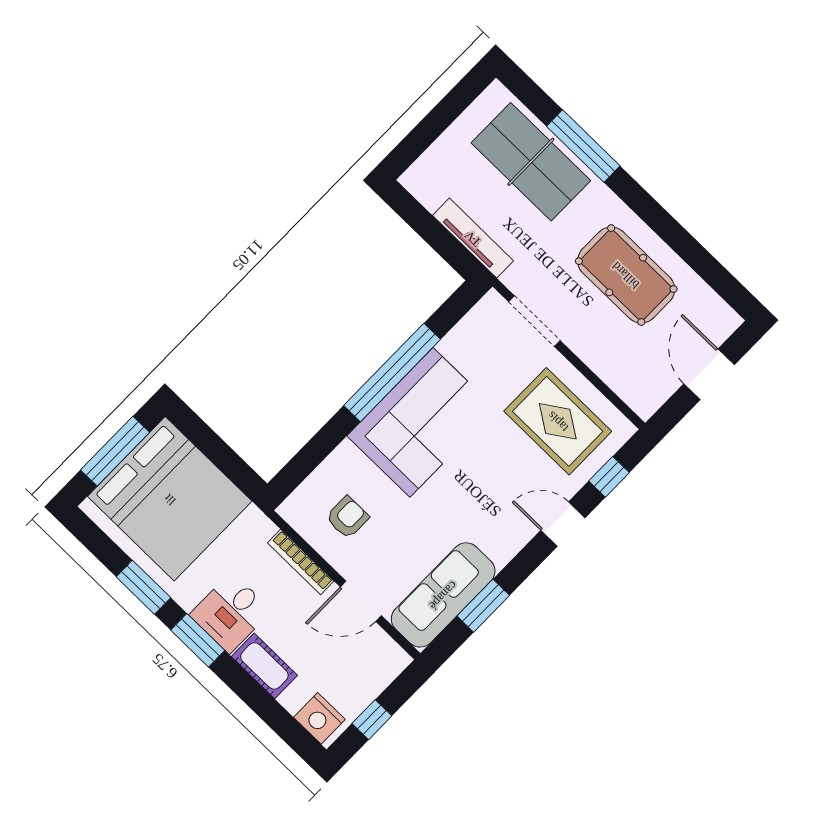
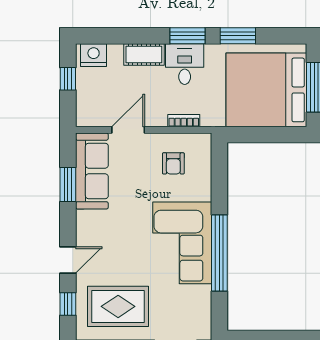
bookcase: (301, 562) -> (184, 121), width x0.64

